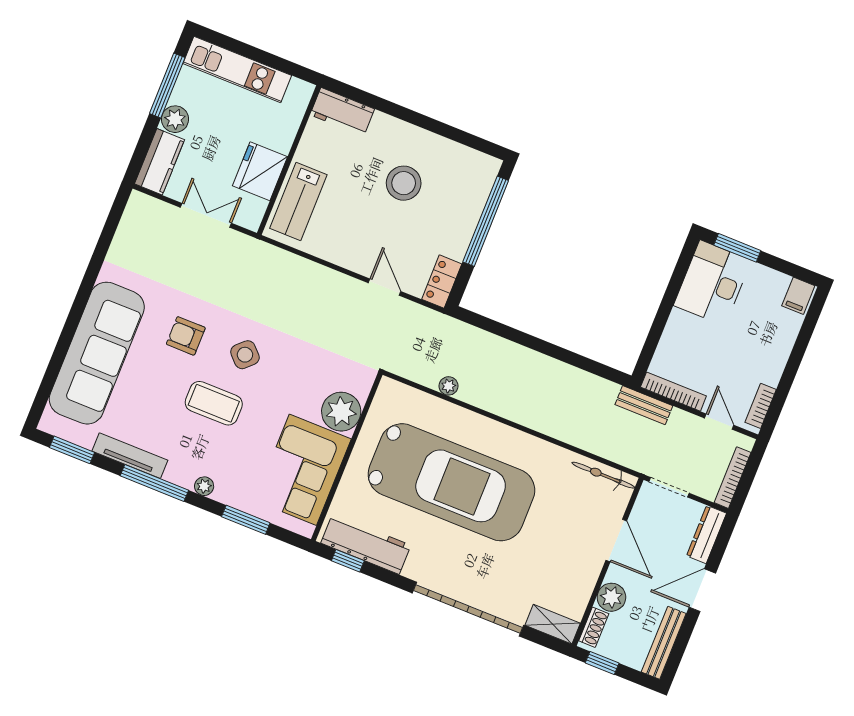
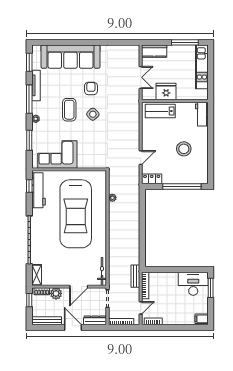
plant: (175, 119) -> (173, 51), removed
plant: (341, 412) -> (86, 160), removed

